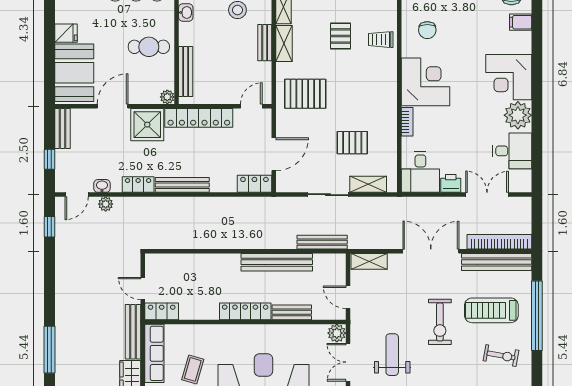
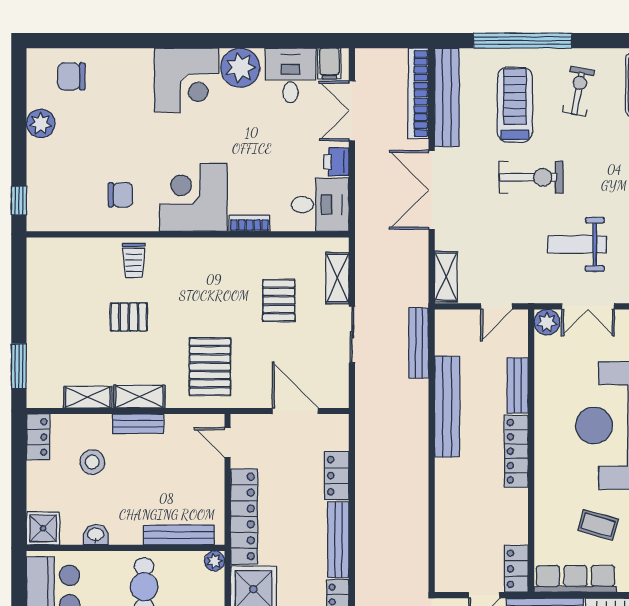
filing cabinet: (521, 22) -> (329, 64), moved
locker: (254, 184) -> (337, 476), moved
treadmill: (491, 310) -> (515, 105), turned 180

